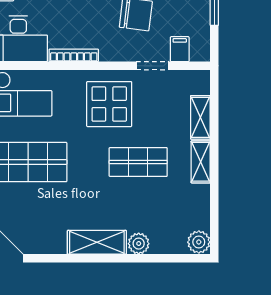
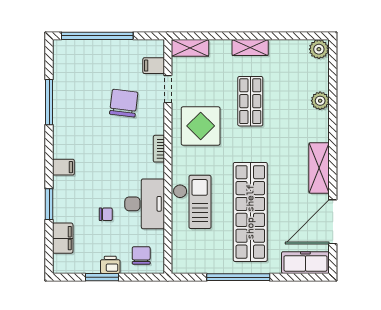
bookcase: (74, 55) -> (159, 149), width x0.64
shelving: (200, 117) -> (190, 48), moved
shelving: (97, 242) -> (319, 168), moved

